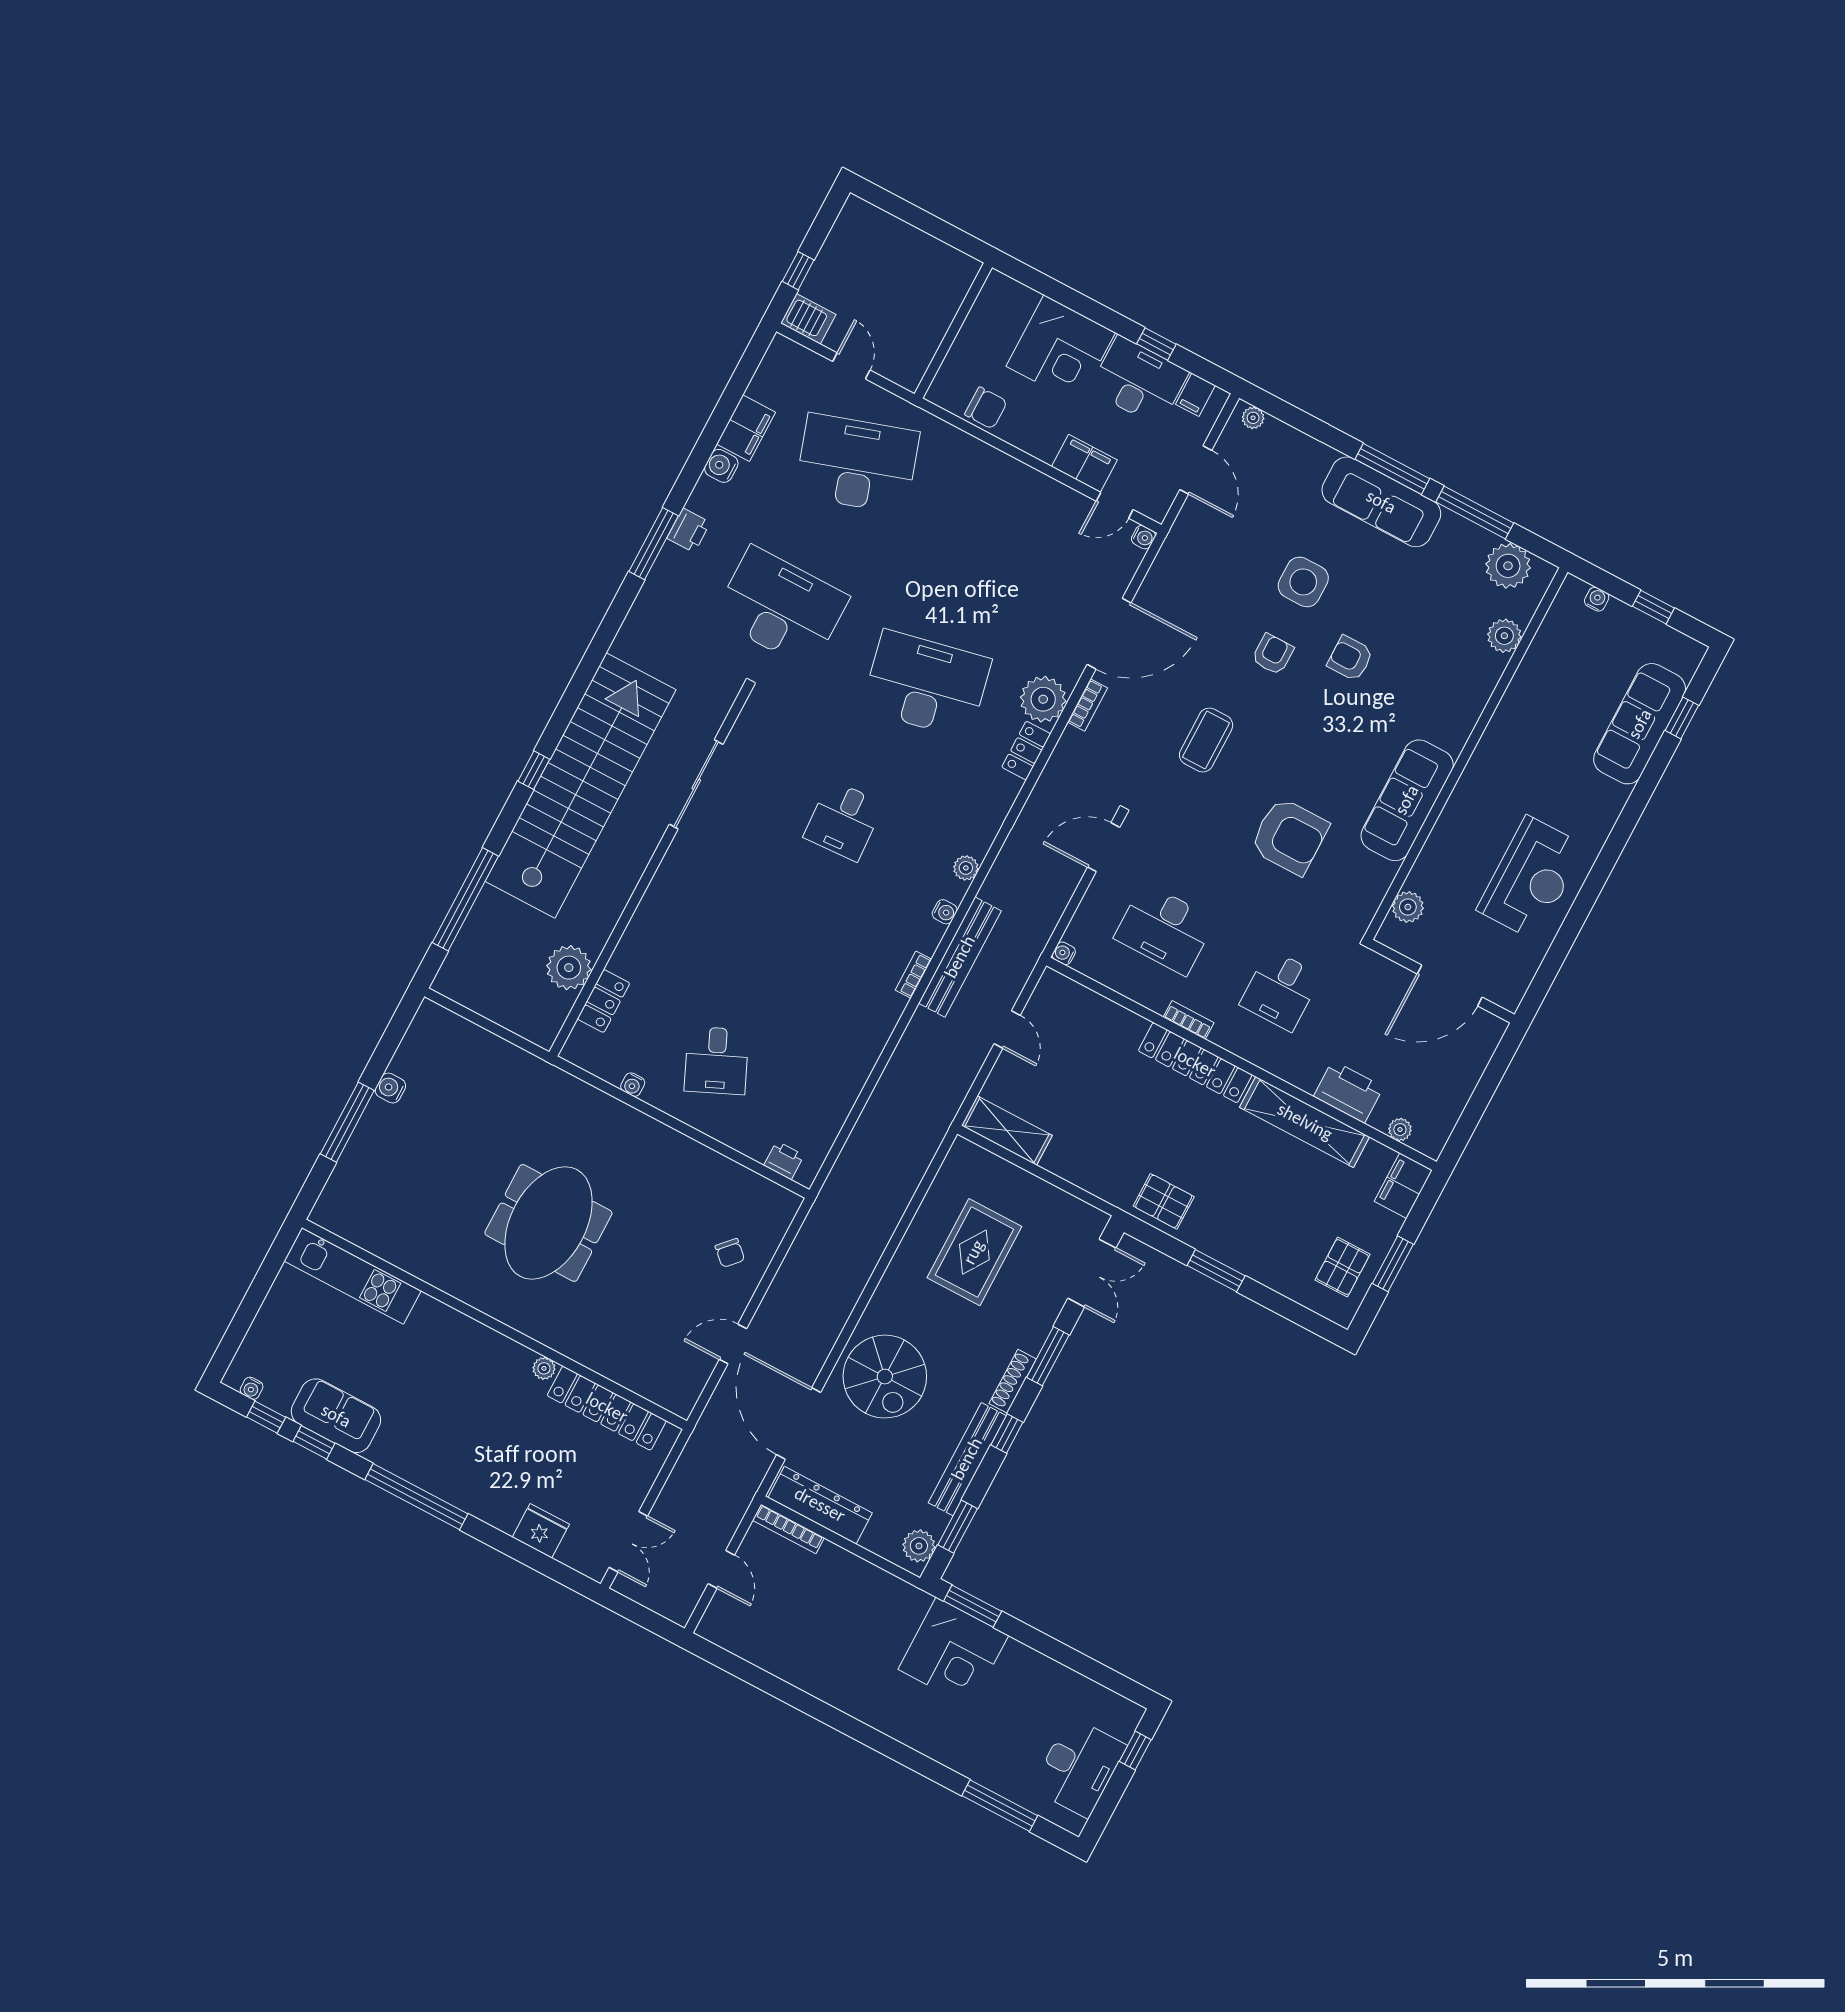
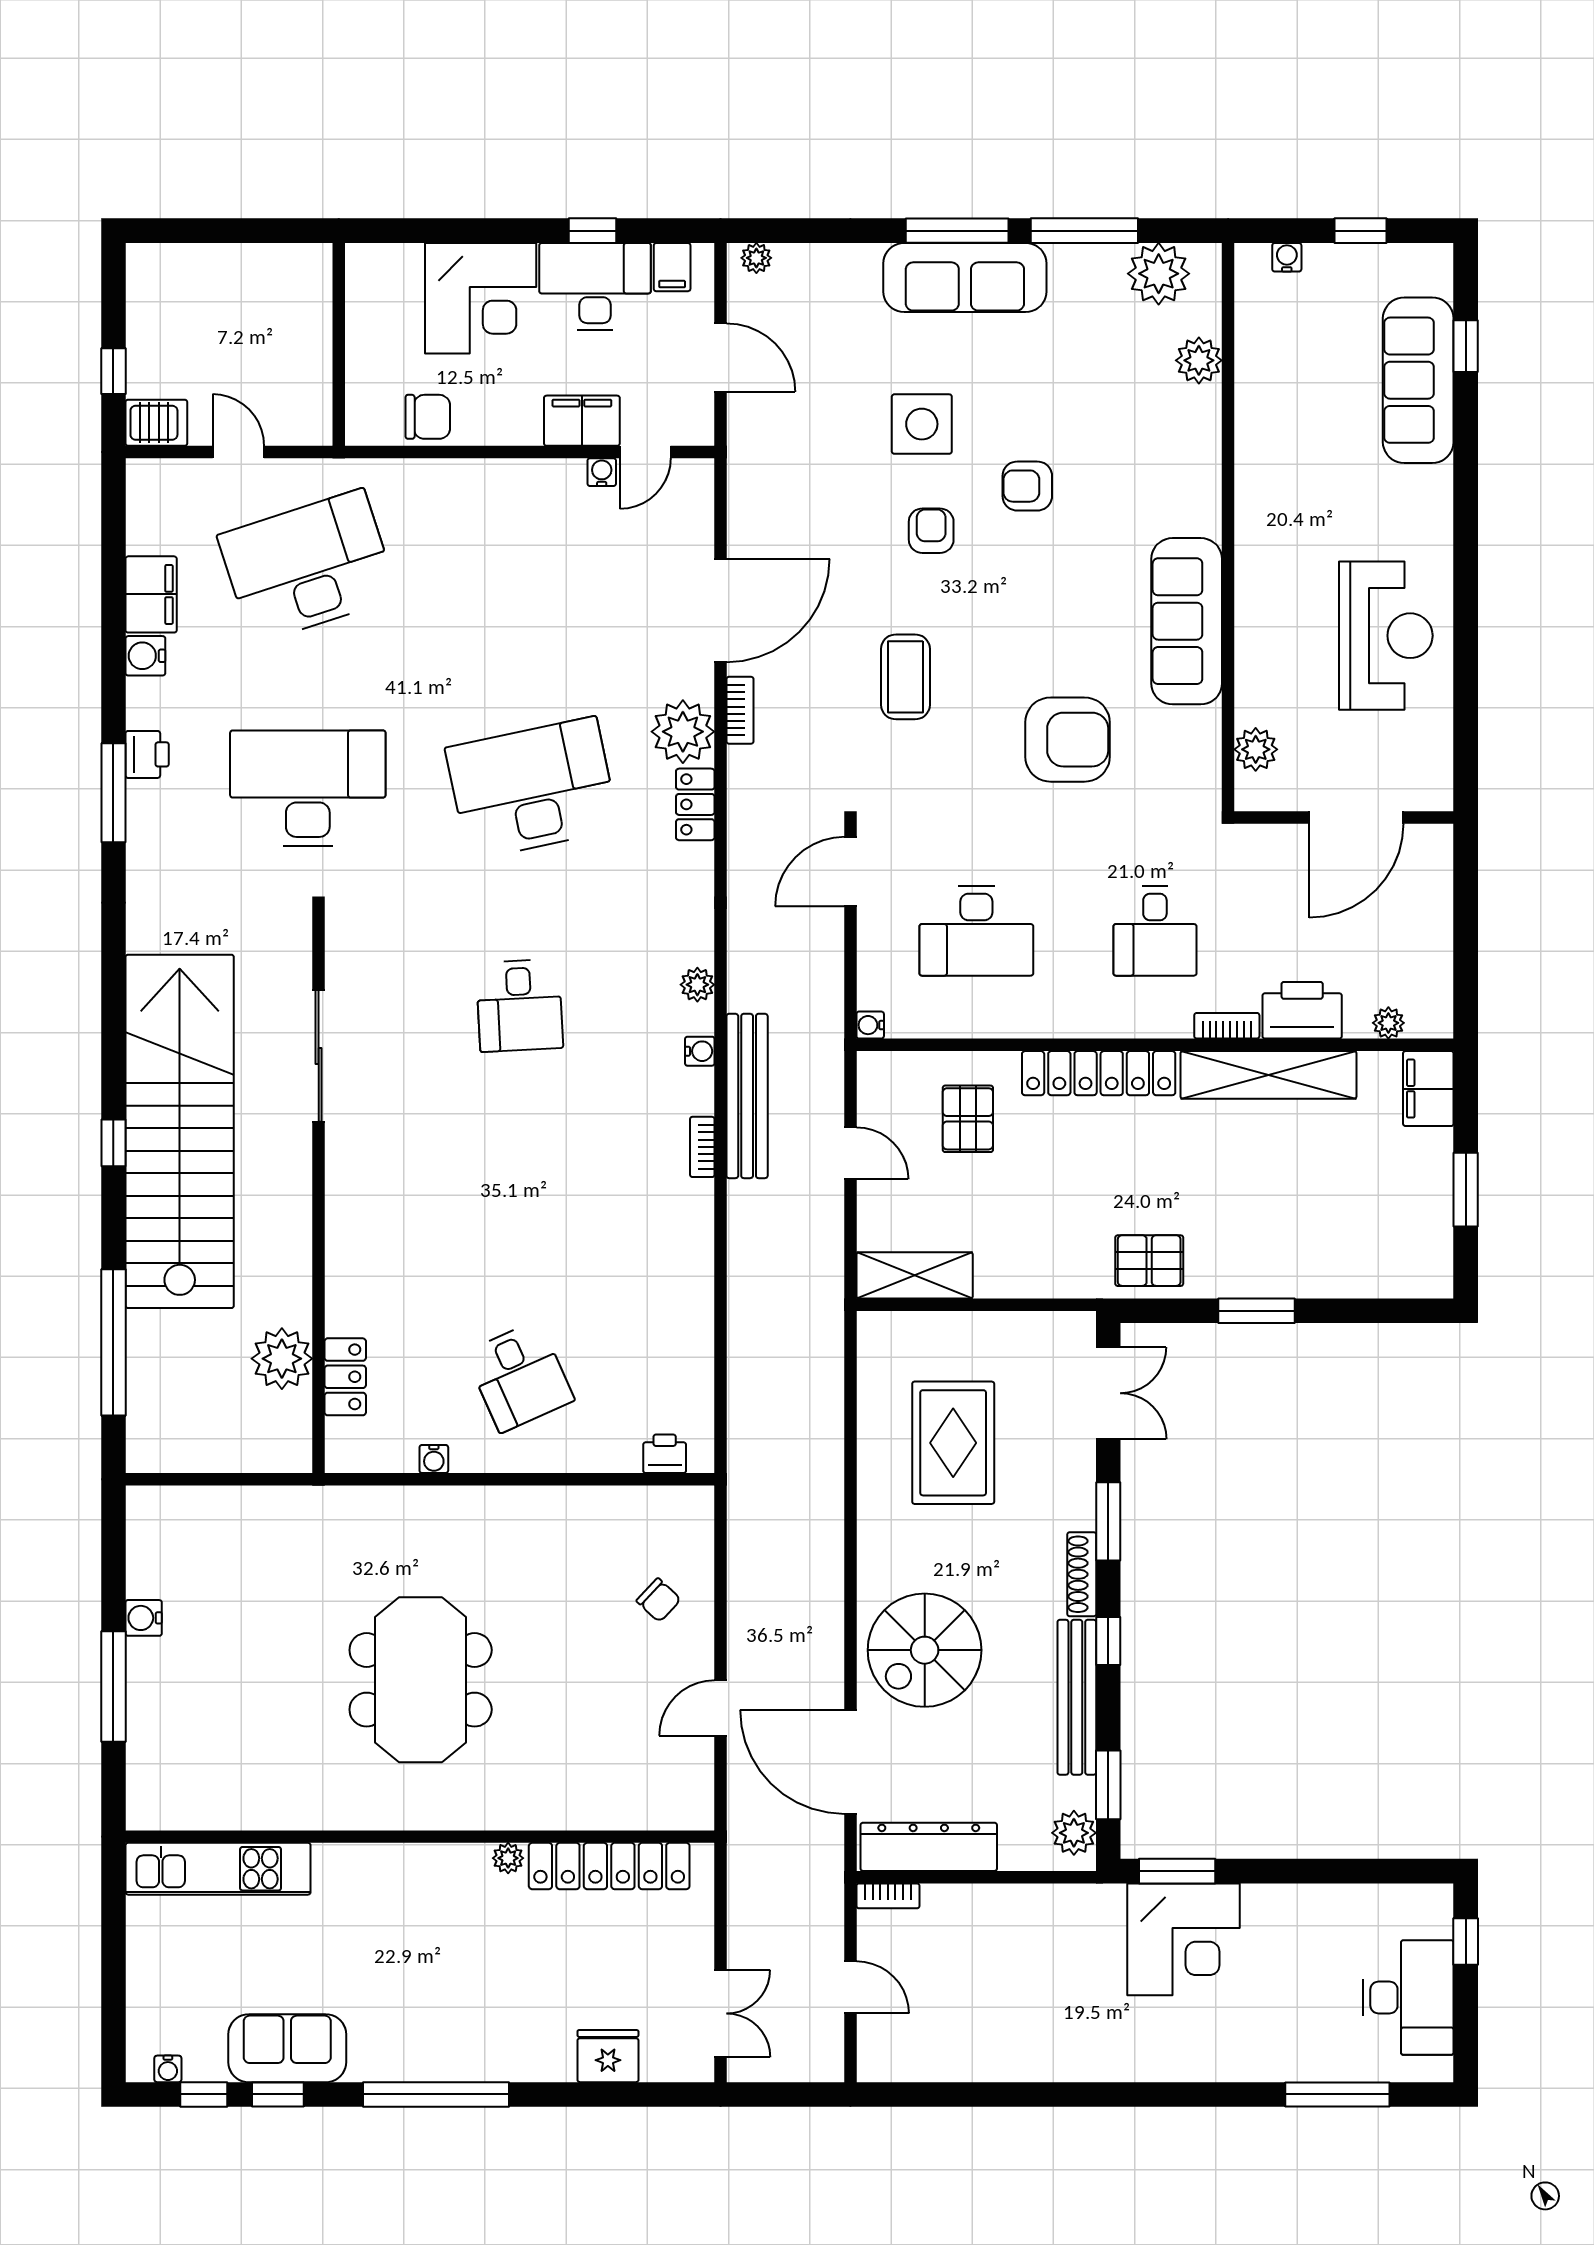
water cooler: (1143, 537) -> (602, 472), moved, turned -90
bookcase: (1189, 1020) -> (1227, 1026), moved
pallet: (1342, 1267) -> (968, 1119), moved
spiral stairs: (885, 1377) -> (925, 1650), turned 90
bookcase: (788, 1529) -> (888, 1896), width x0.64

